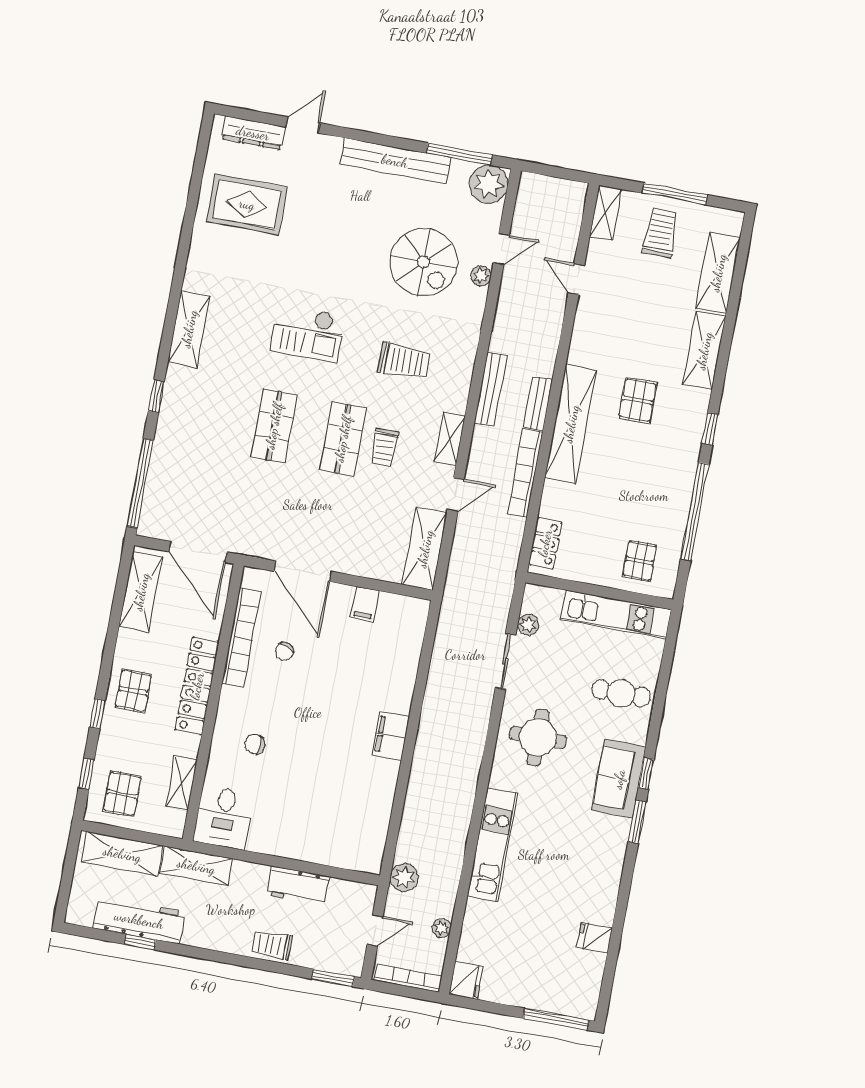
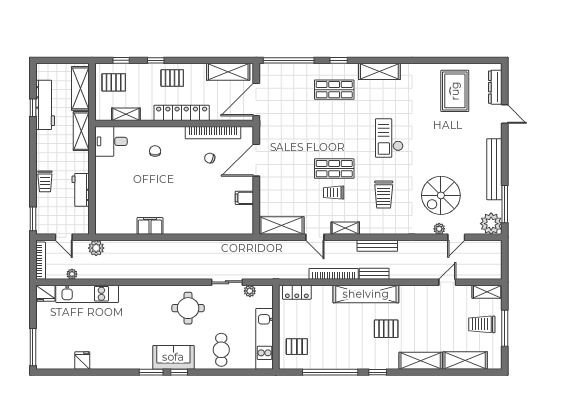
trolley: (661, 233) -> (482, 324), turned 180
door: (501, 249) -> (456, 237), hinge flipped
shop shelf: (274, 426) -> (334, 90), moved
filing cabinet: (391, 736) -> (150, 226), moved
kitchen unit: (492, 845) -> (87, 294), moved
trolley: (272, 945) -> (45, 181), turned 180

